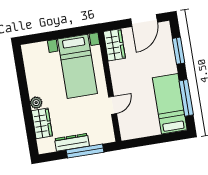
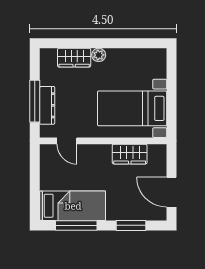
wardrobe: (114, 45) -> (130, 154), moved
door: (113, 105) -> (67, 141), moved
dresser: (72, 142) -> (47, 105), moved

